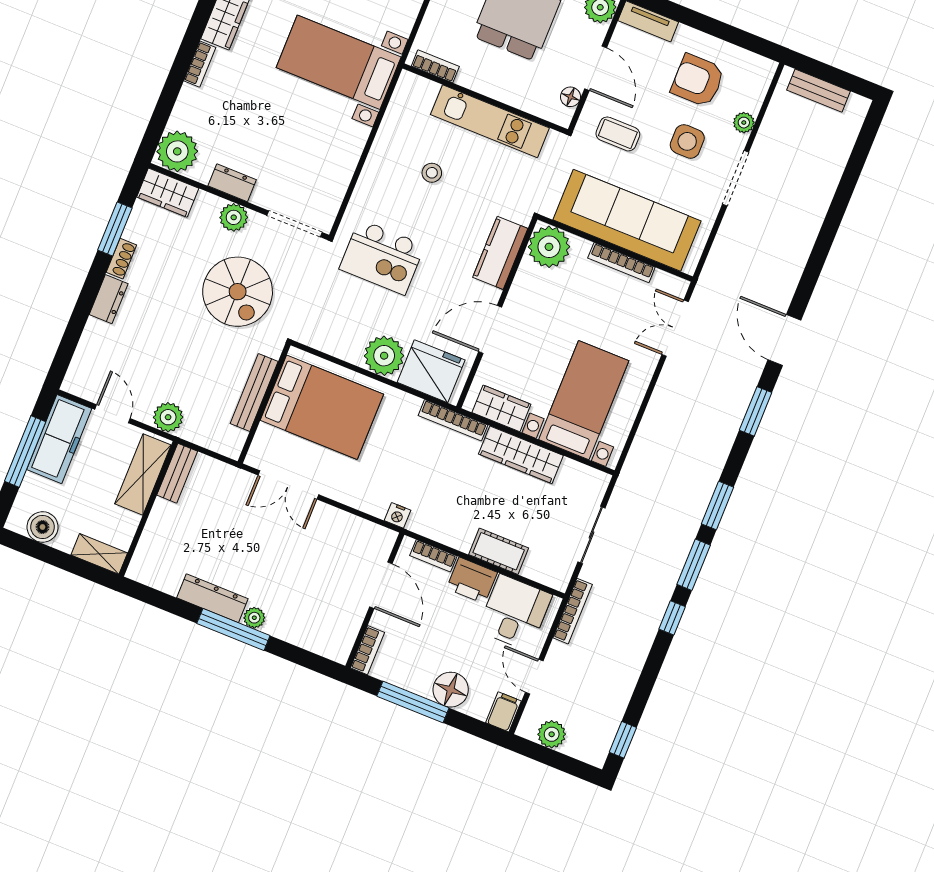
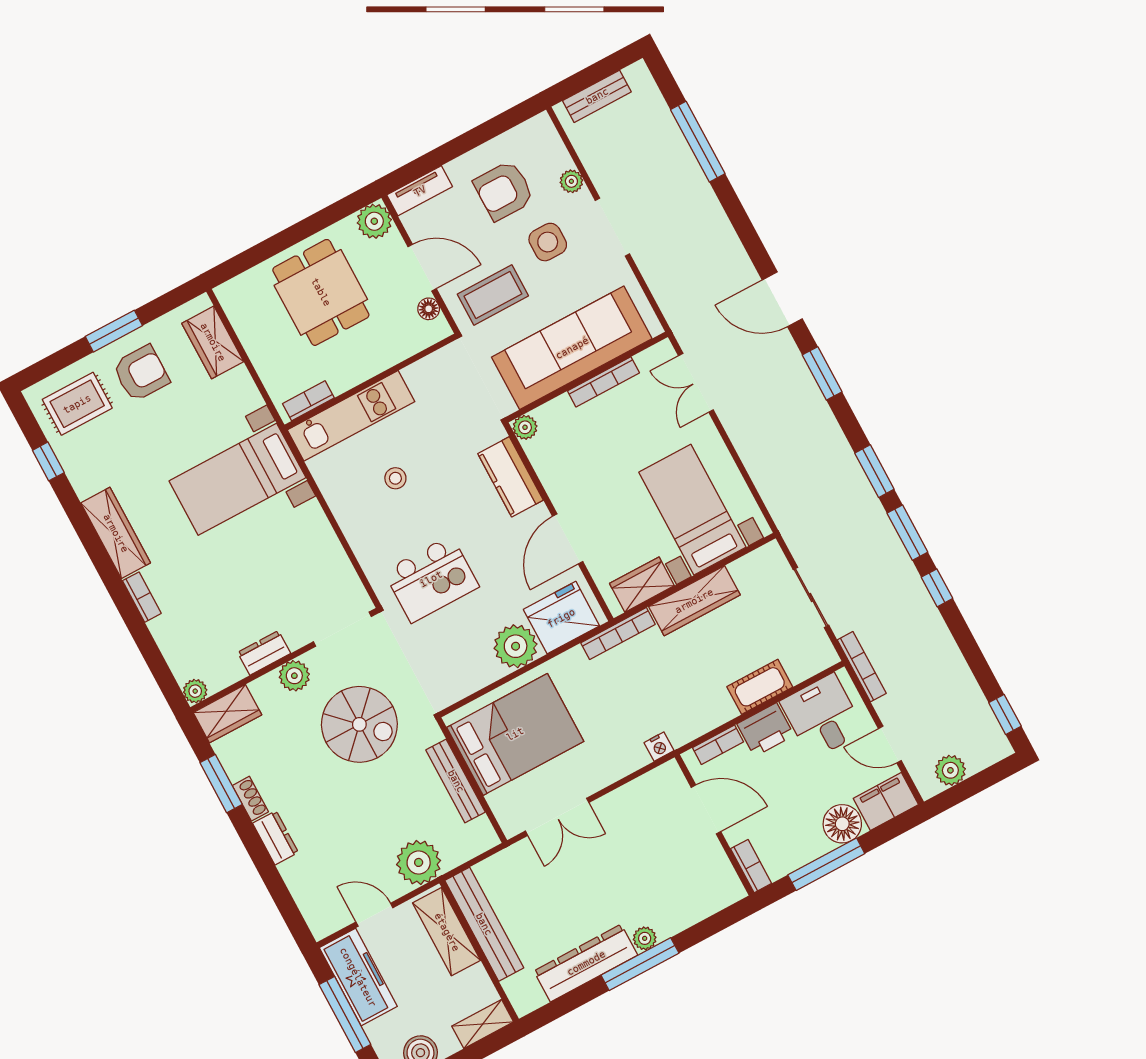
kitchen unit: (490, 121) -> (351, 416), moved
coffee table: (618, 134) -> (493, 295), width x1.36, depth x1.30
plant: (177, 151) -> (195, 691), width x0.53, depth x0.53
window: (846, 188) -> (698, 142), added
plant: (549, 247) -> (525, 427), width x0.53, depth x0.53
plant: (168, 417) -> (419, 862), width x1.36, depth x1.36
bench: (177, 473) -> (484, 924), width x1.86, depth x1.21
dresser: (212, 598) -> (586, 963), width x1.37, depth x1.24
filing cabinet: (504, 712) -> (886, 801), width x2.00

